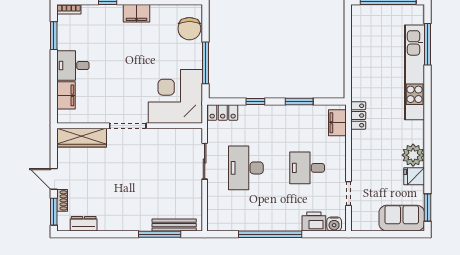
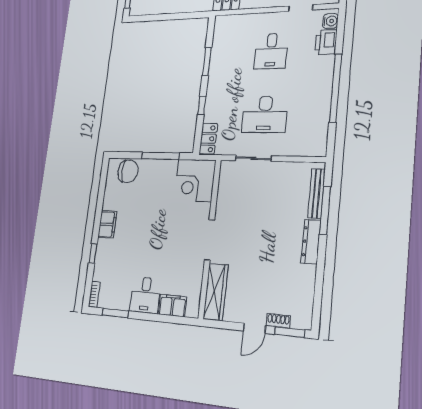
corner desk: (175, 96) -> (195, 180), width x0.74, depth x0.74
filing cabinet: (337, 123) -> (231, 23), removed
dresser: (84, 224) -> (311, 242), moved, width x1.44

